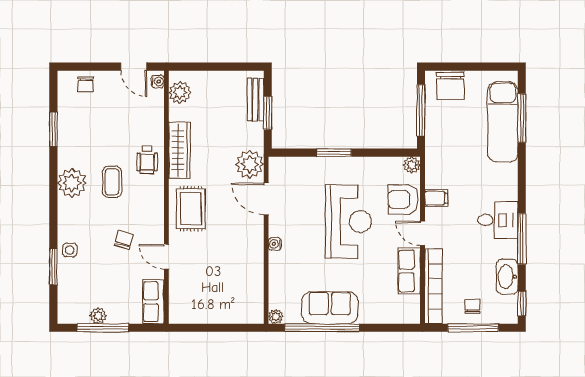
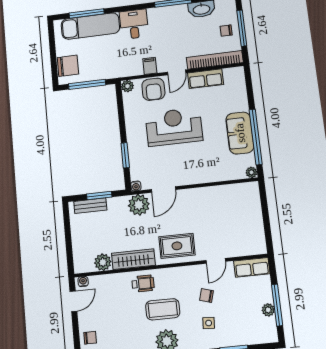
plant: (180, 92) -> (103, 262), moved
window: (334, 153) -> (125, 155), moved
coffee table: (112, 182) -> (163, 309), width x1.36, depth x1.30
desk: (498, 220) -> (134, 24), moved
water cooler: (275, 244) -> (136, 186), moved
side table: (70, 250) -> (209, 323), moved

